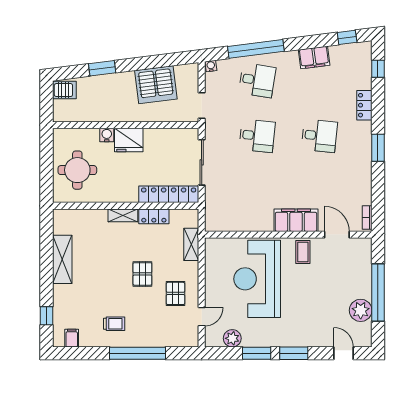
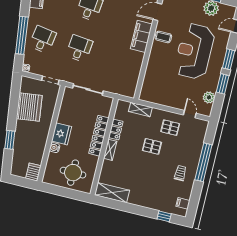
server rack: (64, 90) -> (33, 172), moved
locker: (169, 194) -> (99, 136), moved
shelving: (62, 259) -> (112, 193), moved
reception desk: (257, 279) -> (194, 51), moved, turned 90

